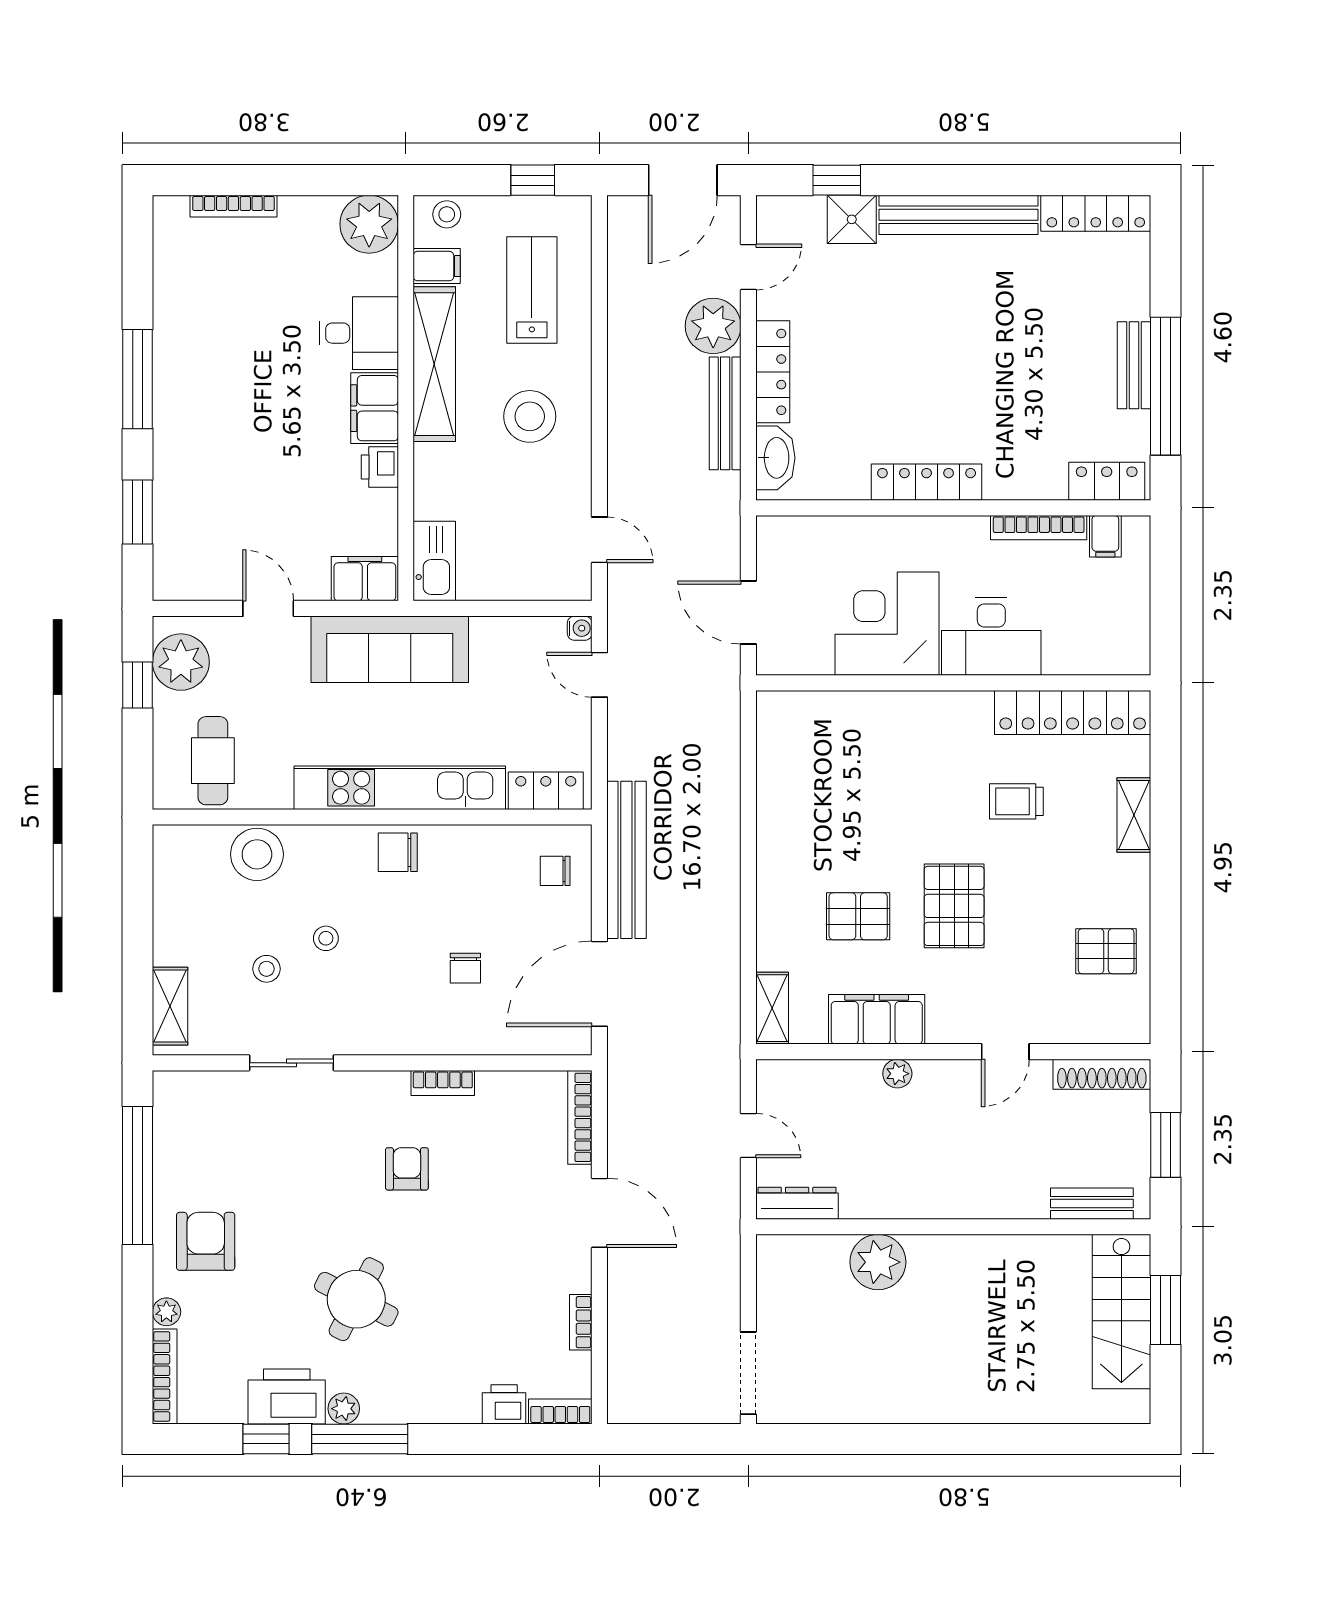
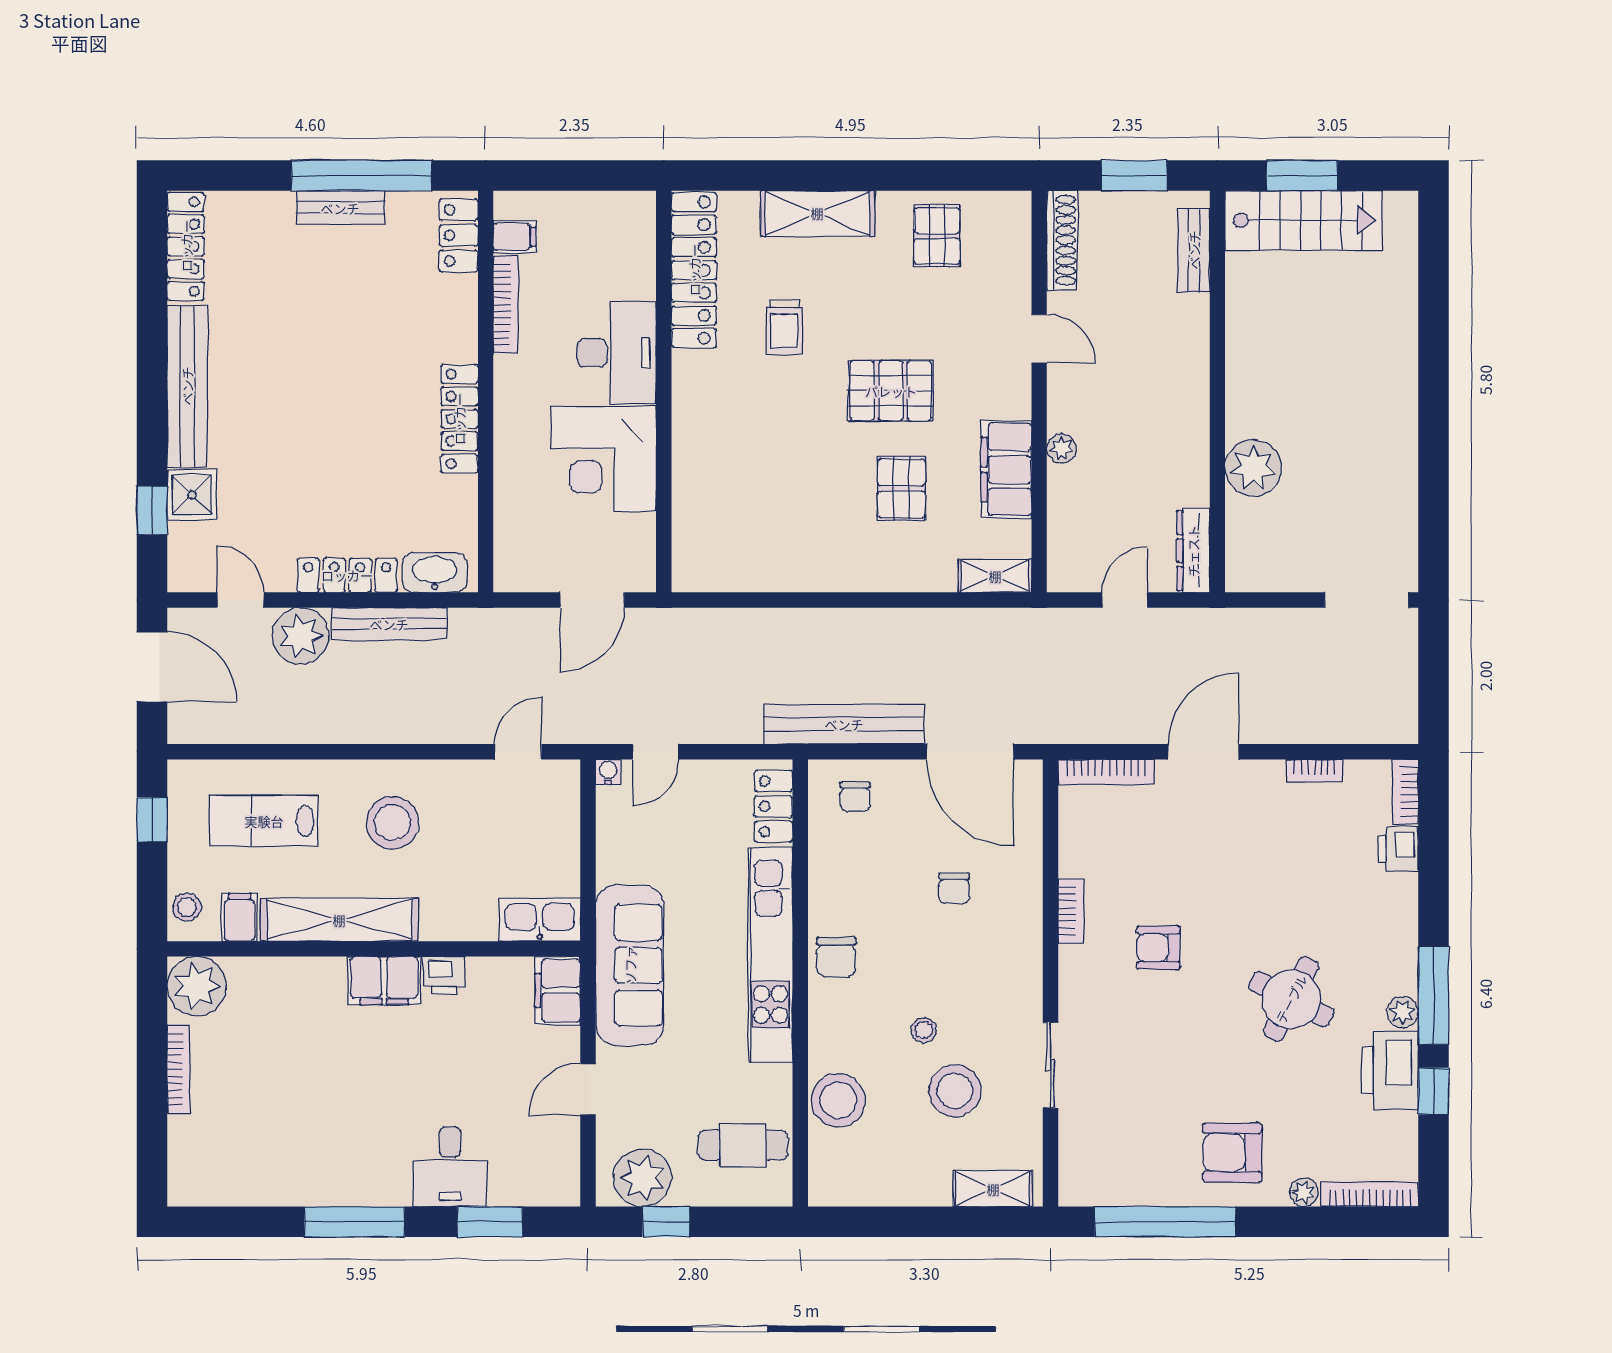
bookcase: (233, 206) -> (178, 1070), moved
desk: (359, 333) -> (450, 1167), moved, turned 180
shelving: (1134, 815) -> (817, 213), width x1.50, depth x1.33
chair: (465, 968) -> (954, 888), turned 90
stool: (267, 969) -> (955, 1091), width x1.89, depth x1.89

